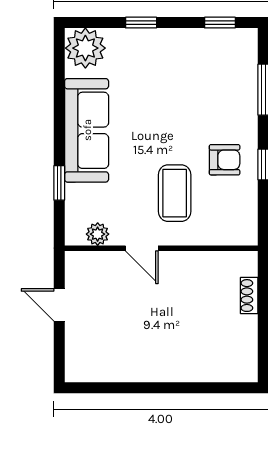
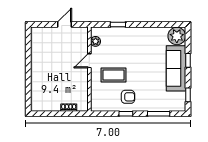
sofa: (87, 130) -> (176, 68), moved, turned 90
armchair: (225, 160) -> (128, 97), turned -90

